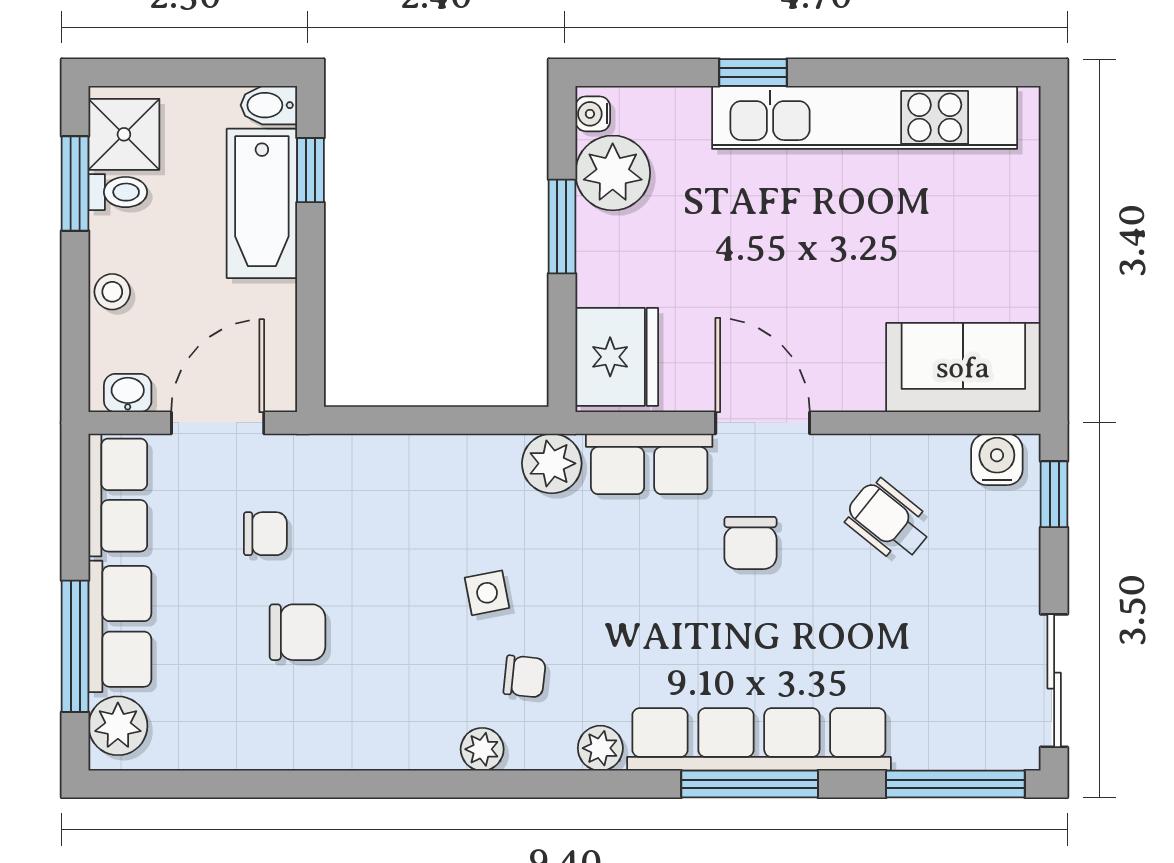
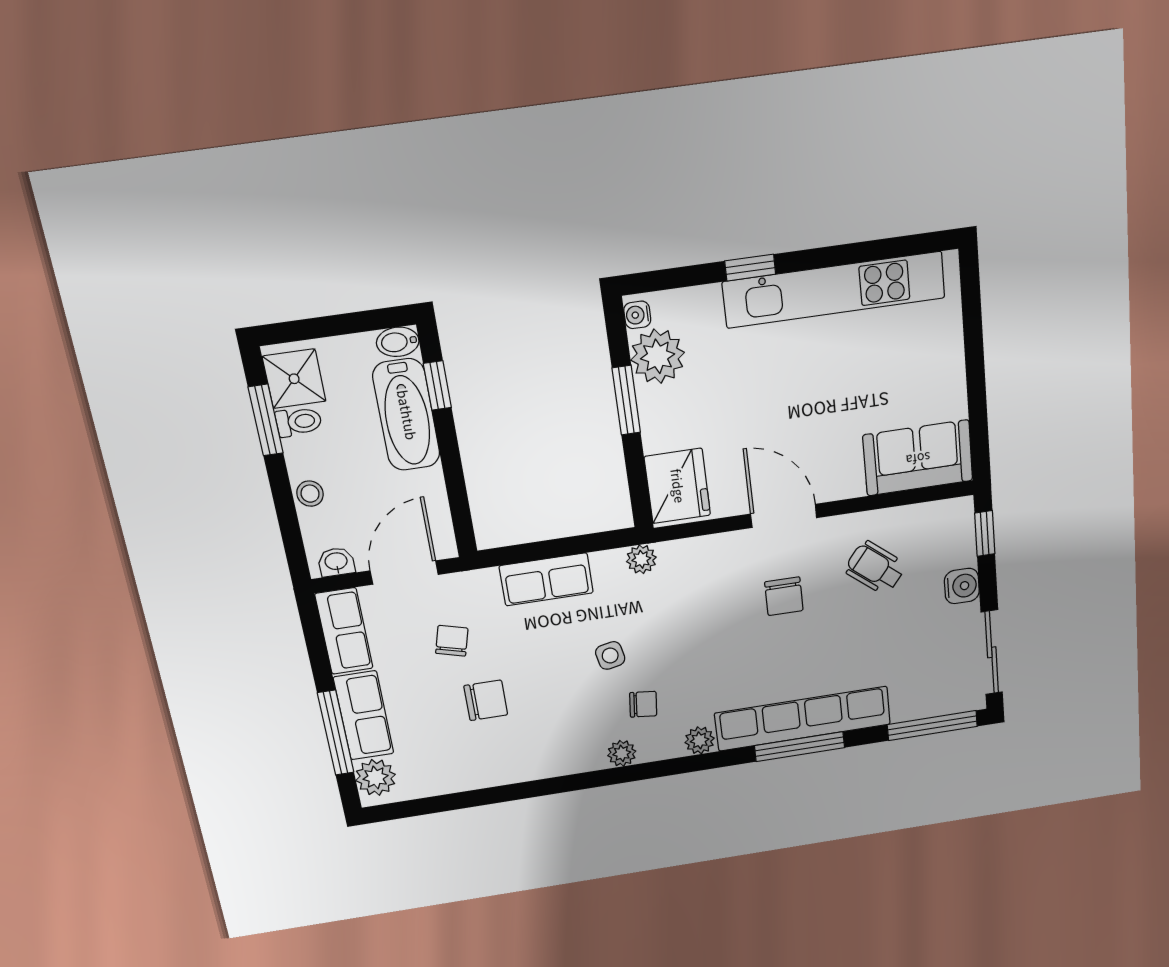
water cooler: (997, 459) -> (962, 586), moved, turned 90
plant: (552, 463) -> (641, 559), width x0.73, depth x0.73
row of seats: (649, 464) -> (546, 579), moved
chair: (265, 534) -> (452, 641), turned -75

